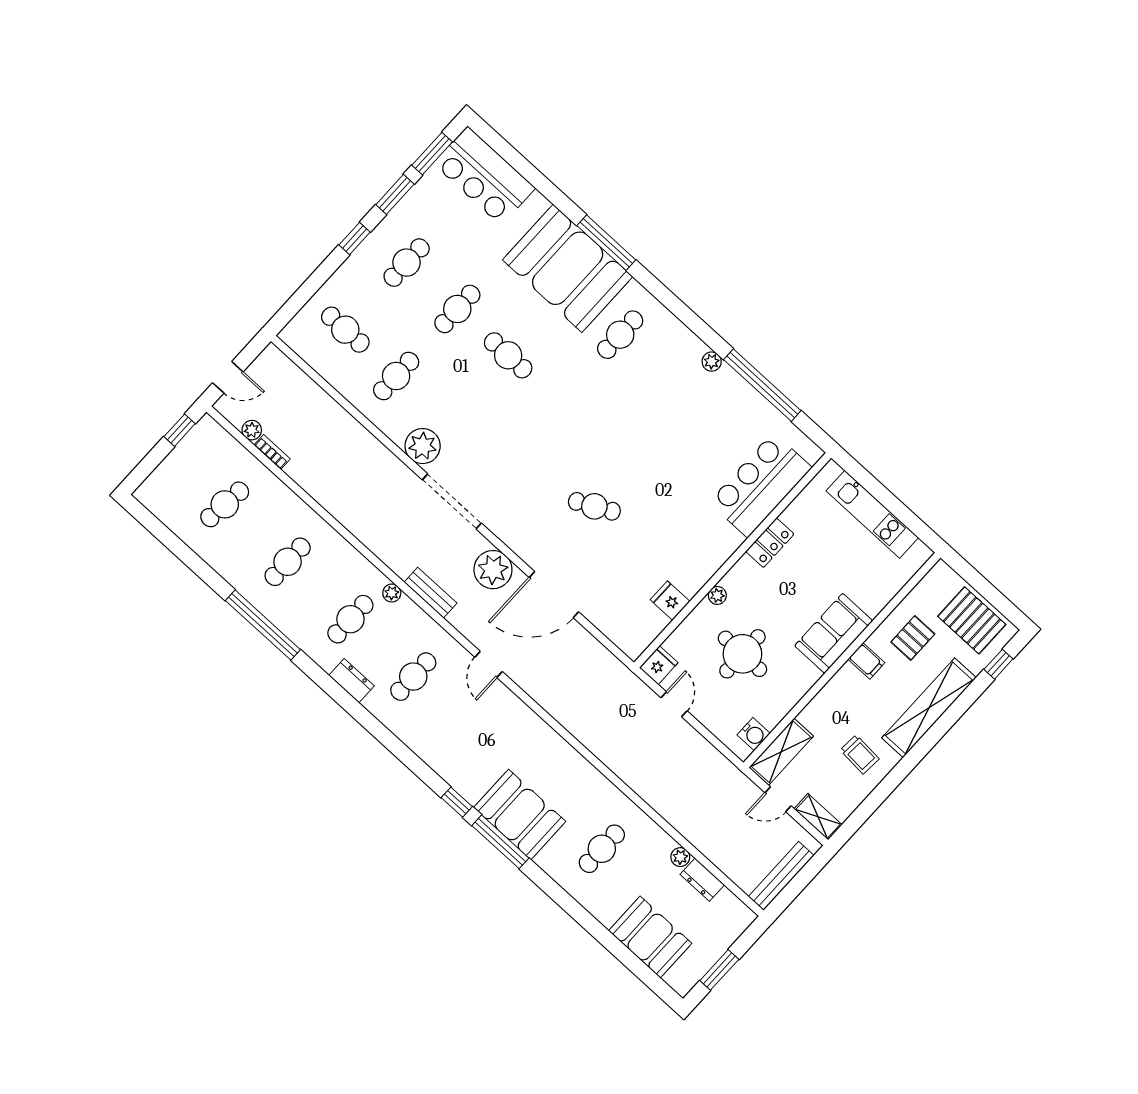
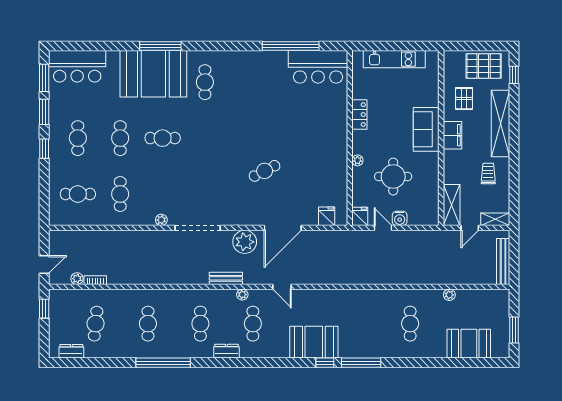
plant: (712, 362) -> (258, 56), removed
plant: (423, 446) -> (161, 220), width x0.53, depth x0.53
bar counter: (760, 485) -> (318, 67), moved, turned -90
plant: (392, 593) -> (242, 295), moved
fridge: (670, 601) -> (327, 216), moved, turned 90
filing cabinet: (866, 661) -> (452, 135), width x2.00
water cooler: (754, 734) -> (400, 218), moved, turned 90
trolley: (860, 754) -> (488, 174), turned -94
booth: (520, 814) -> (314, 342), moved
dresser: (702, 880) -> (71, 351), moved, turned 180

